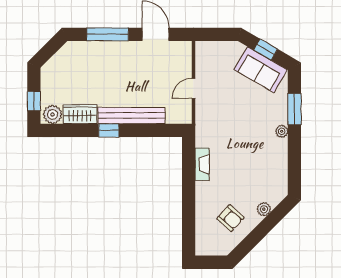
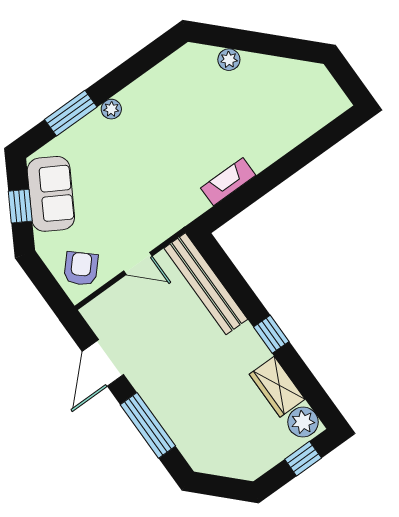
bench: (131, 116) -> (206, 284), moved
armchair: (231, 218) -> (81, 269), moved

